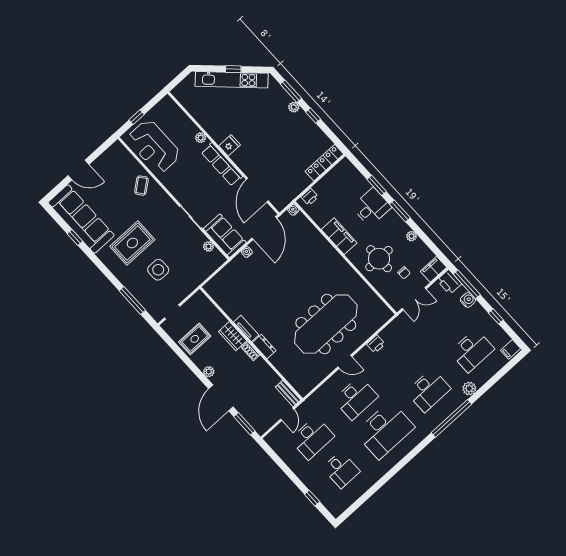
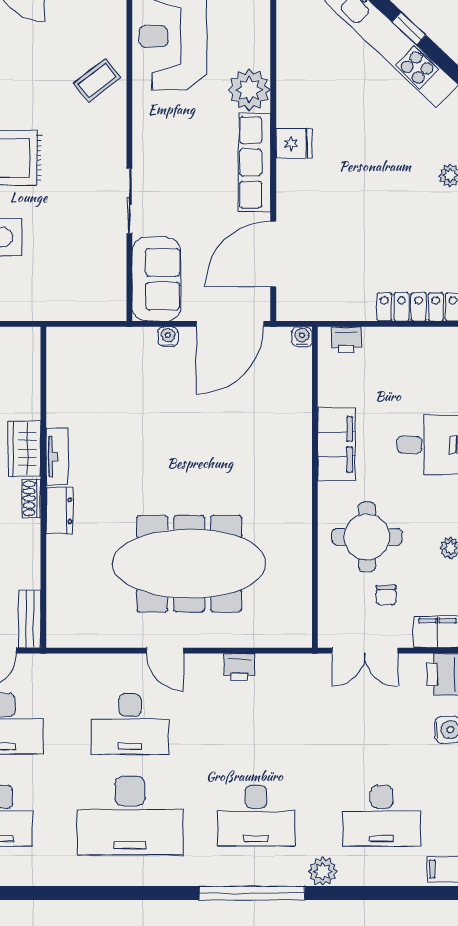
plant: (201, 138) -> (249, 90), width x1.87, depth x1.87
plant: (208, 246) -> (115, 273), removed

